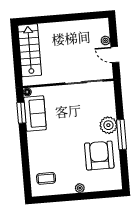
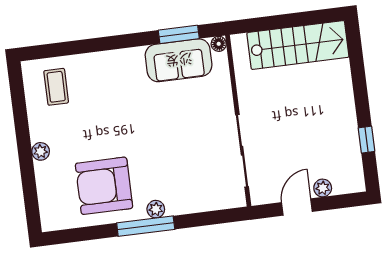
window: (81, 16) -> (366, 140), added
plant: (108, 125) -> (156, 209), width x0.53, depth x0.53
armchair: (99, 156) -> (104, 186), turned 180

